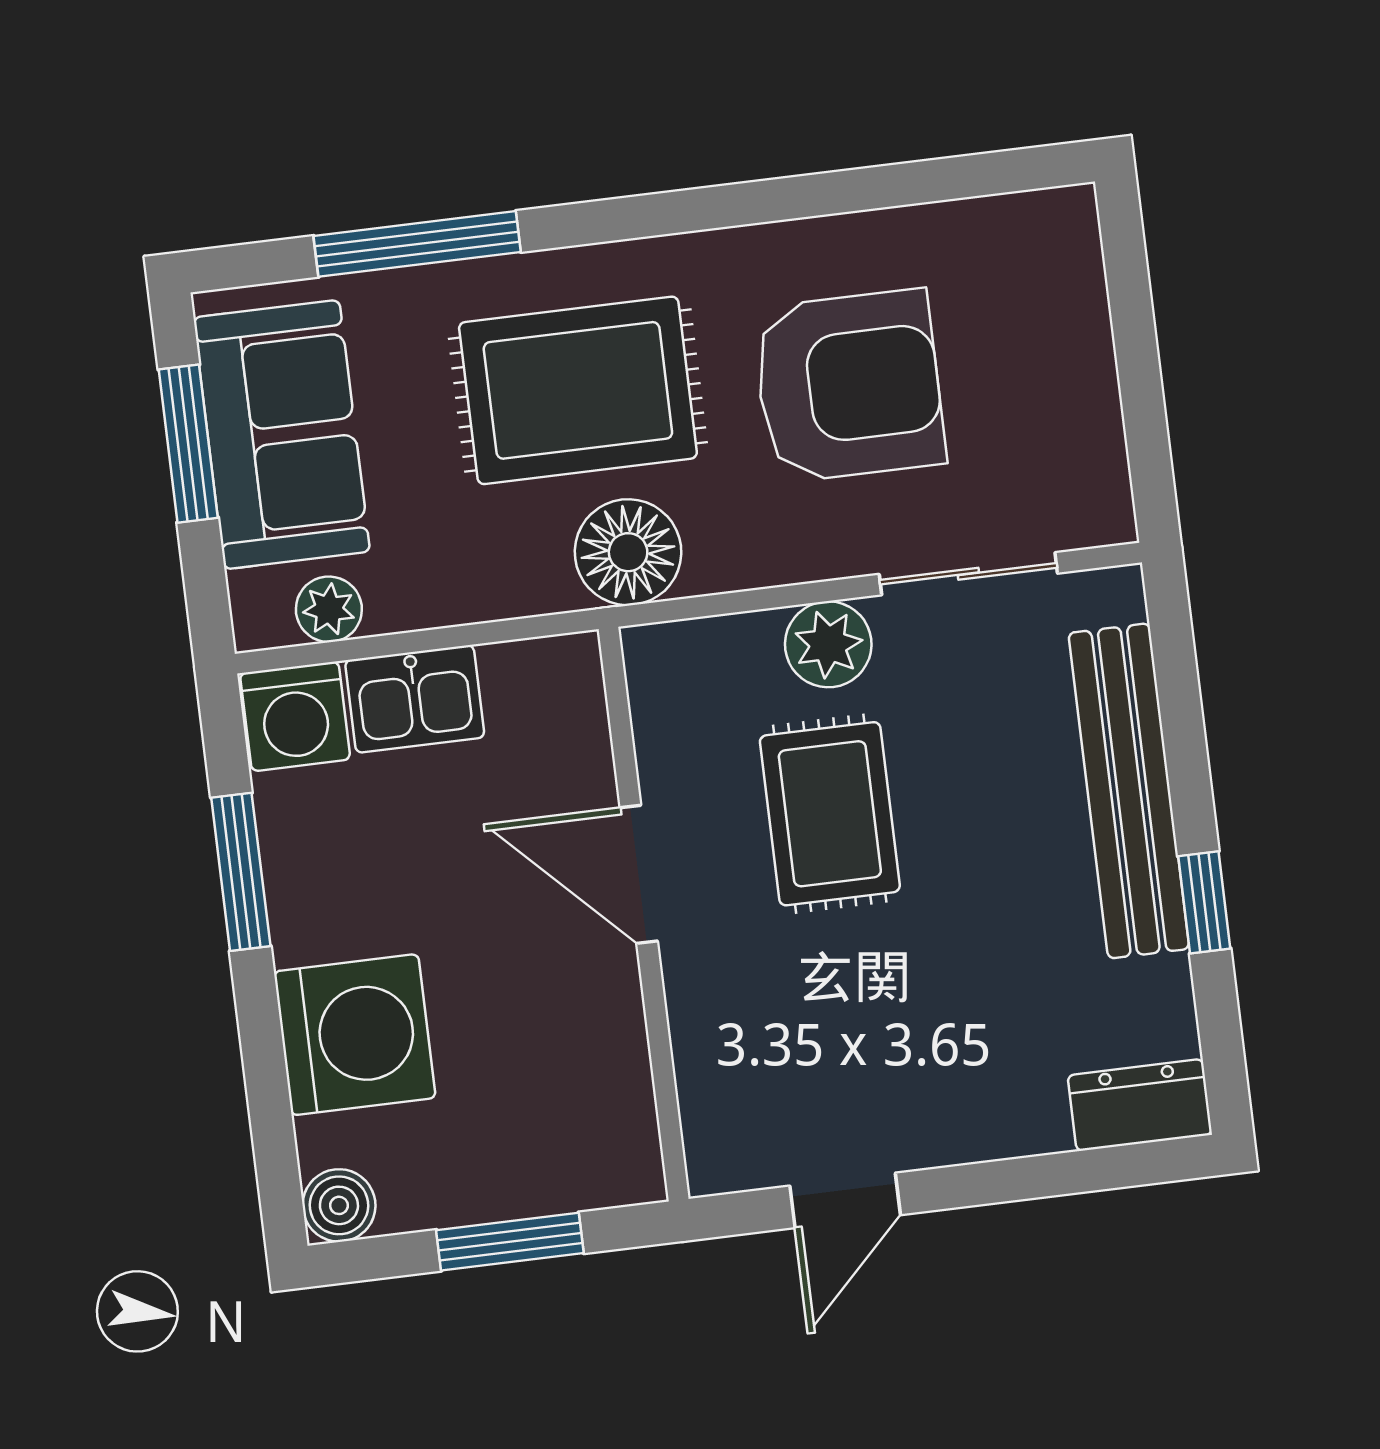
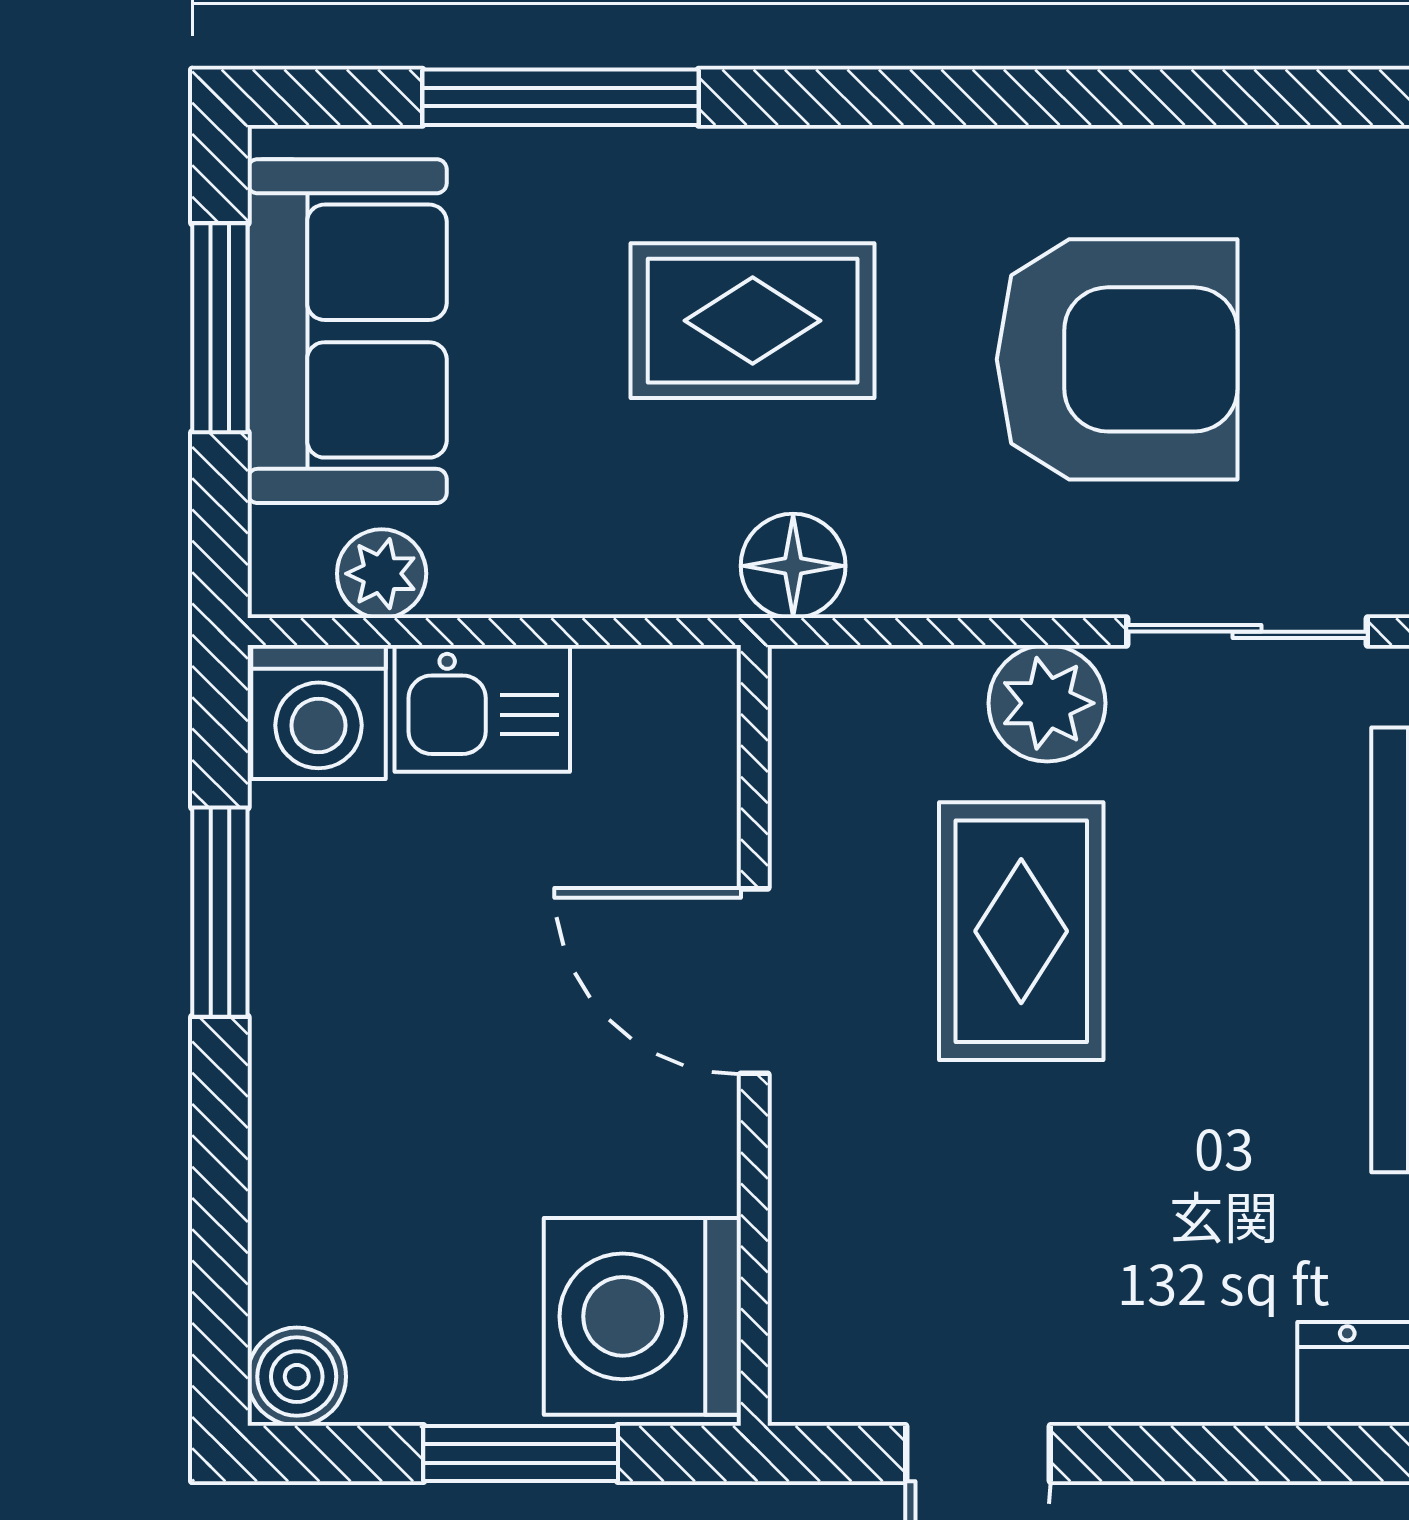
rug: (578, 390) -> (753, 321), width x0.73, depth x0.70
floor lamp: (628, 552) -> (793, 566), width x0.73, depth x0.73
washing machine: (355, 1035) -> (642, 1316), moved, turned 180

